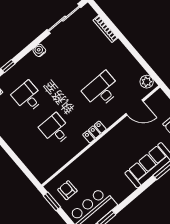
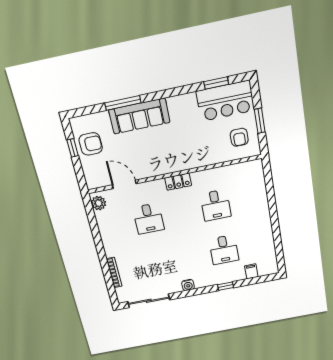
desk: (102, 90) -> (148, 219), width x0.73
window: (52, 201) -> (260, 121), moved

